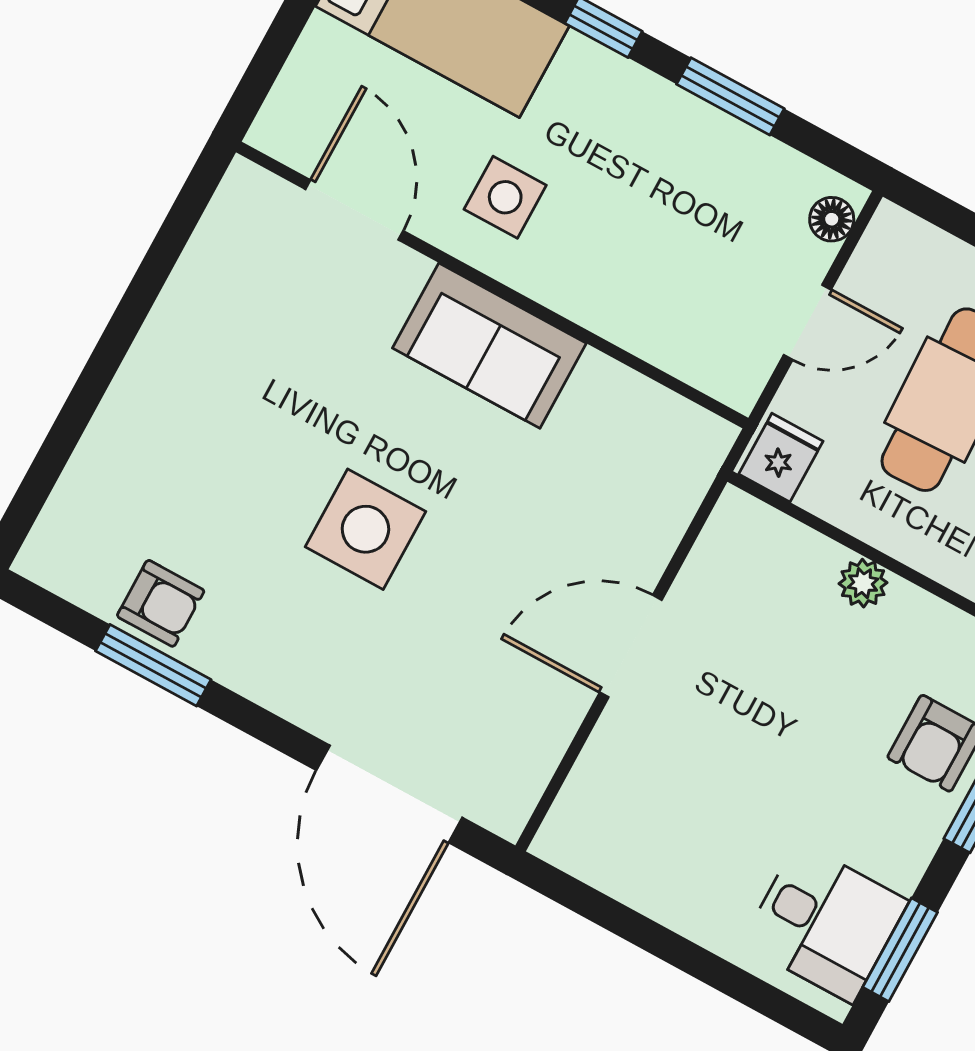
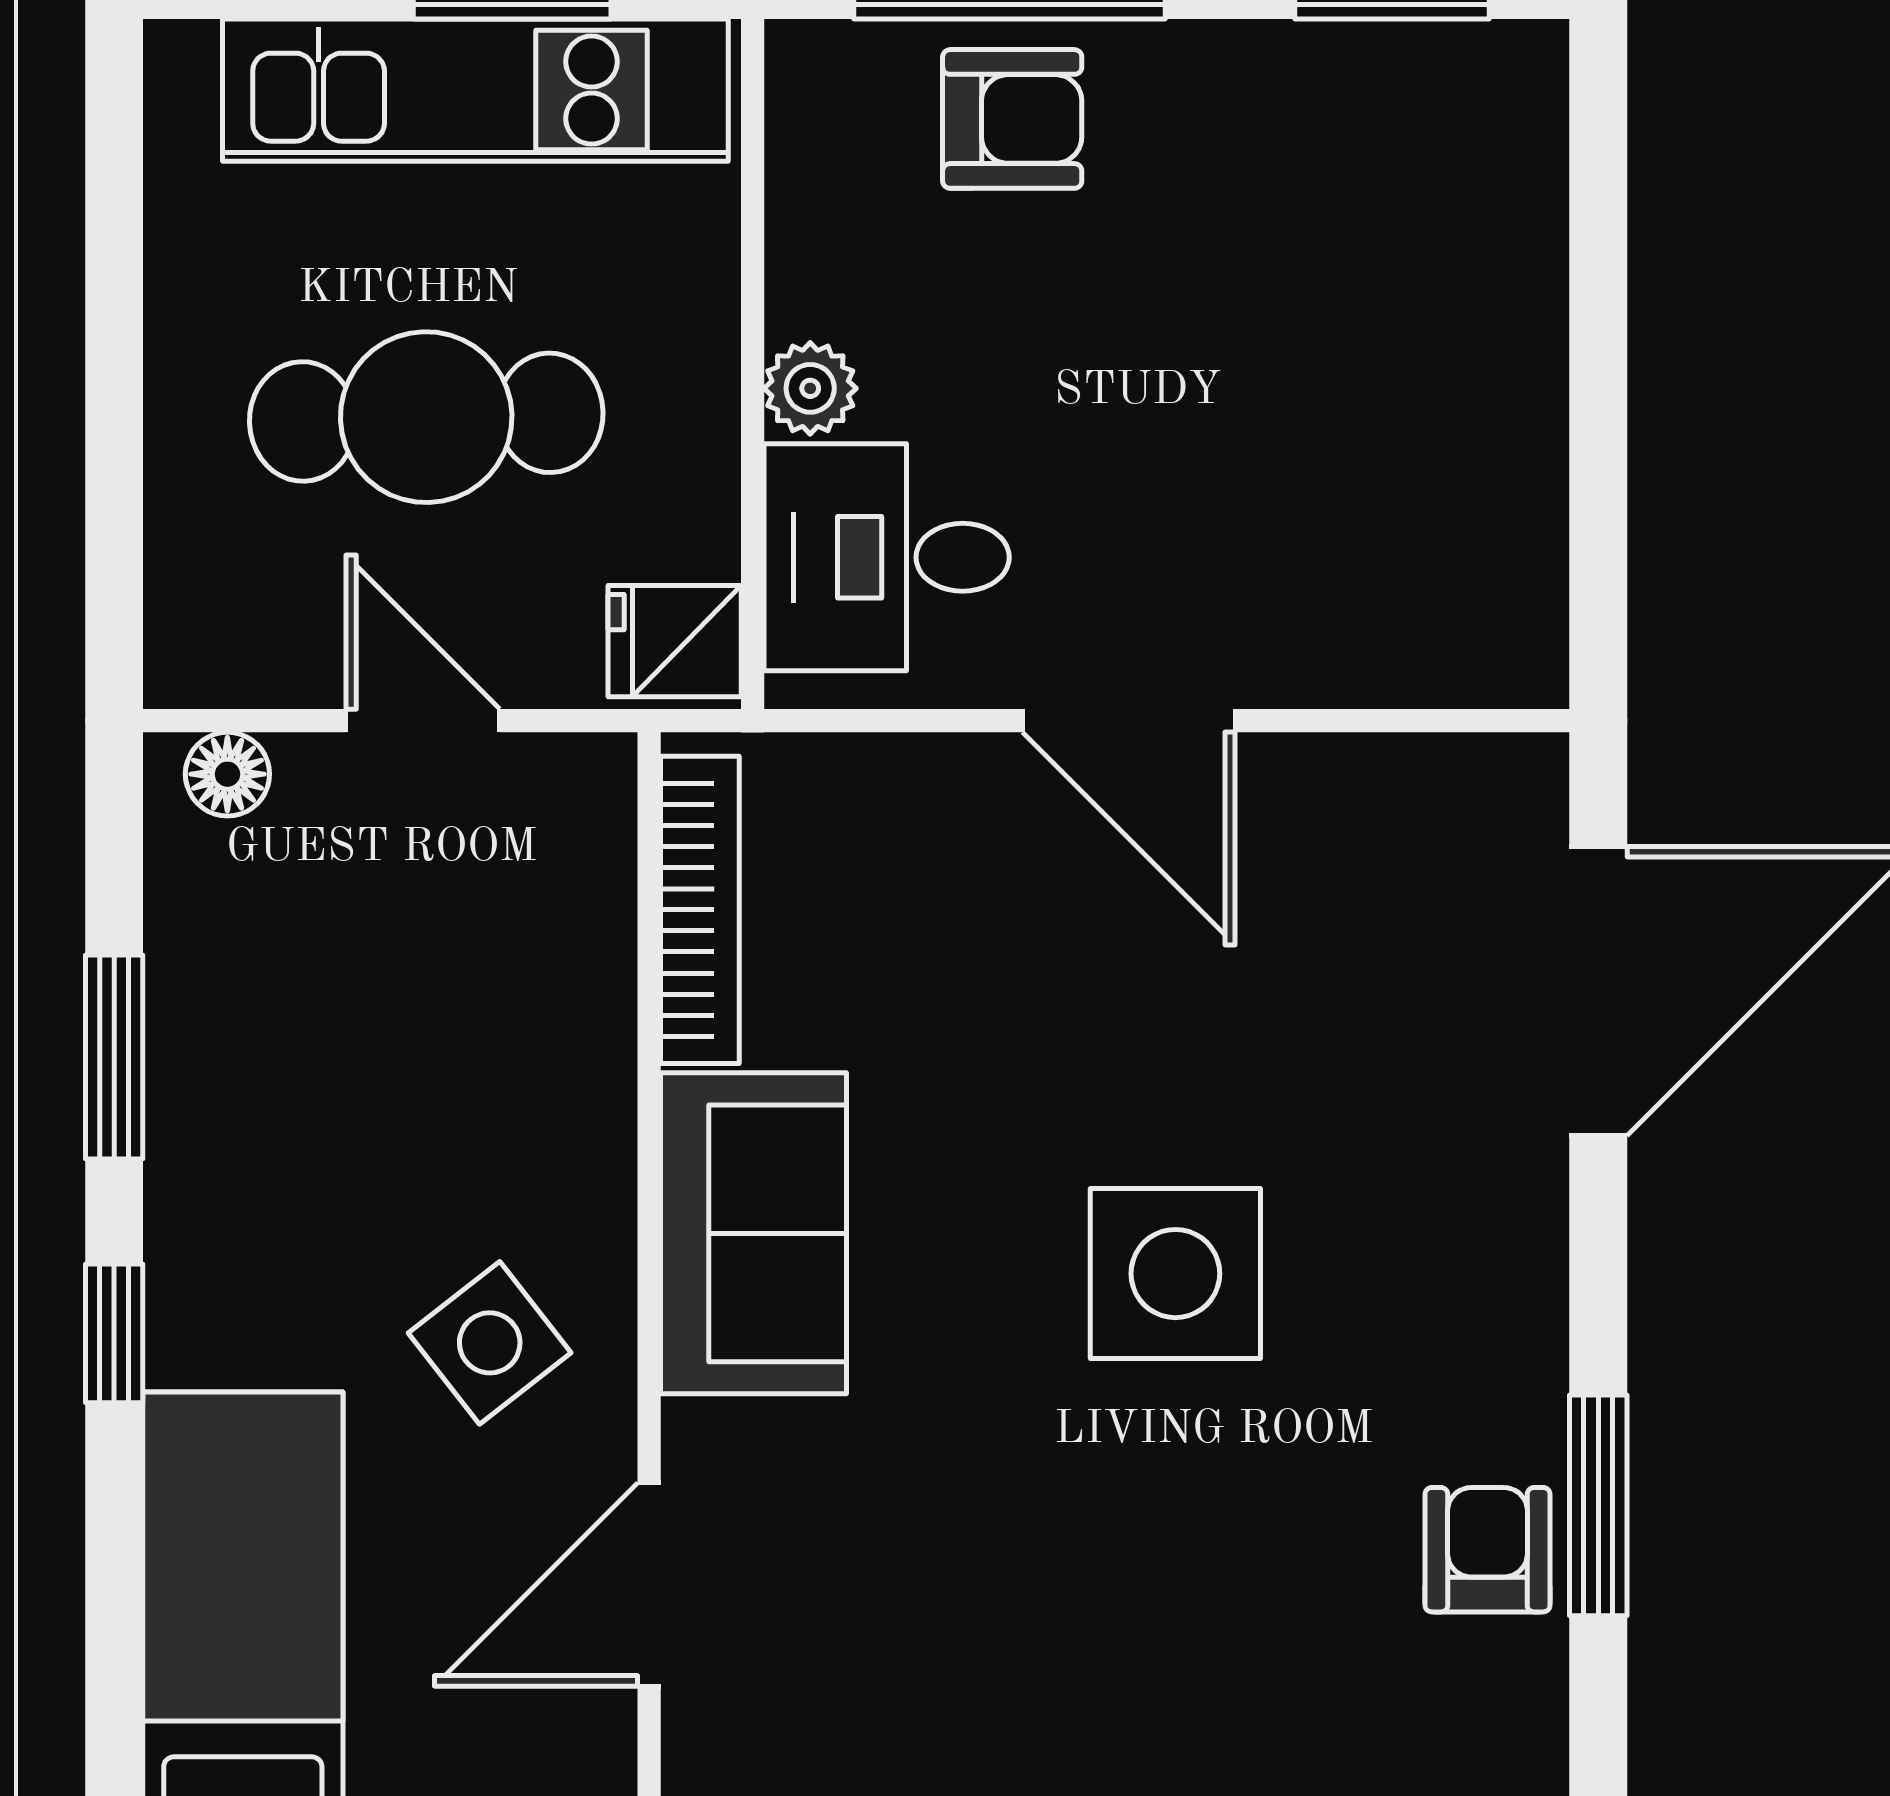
side table: (505, 197) -> (490, 1343), turned -38
bookcase: (651, 402) -> (700, 910), added
desk: (825, 922) -> (887, 557), moved, turned -90

